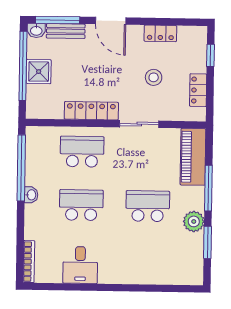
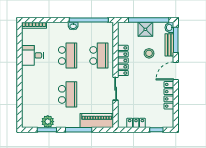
locker: (160, 33) -> (169, 95), width x1.53
stool: (154, 77) -> (149, 53), moved
plant: (194, 221) -> (48, 122), moved

